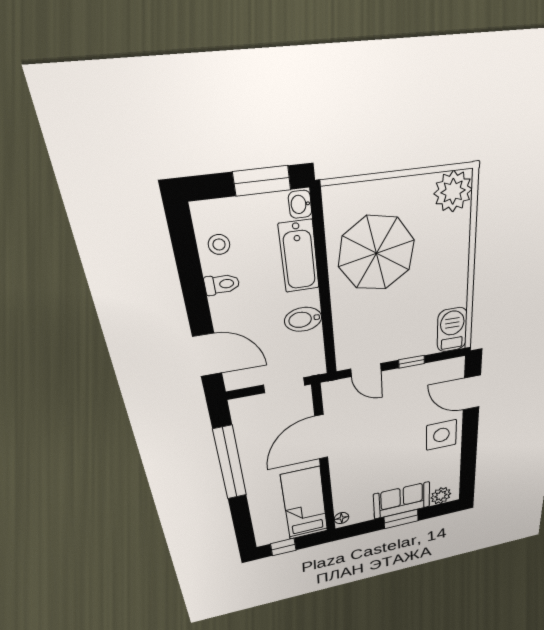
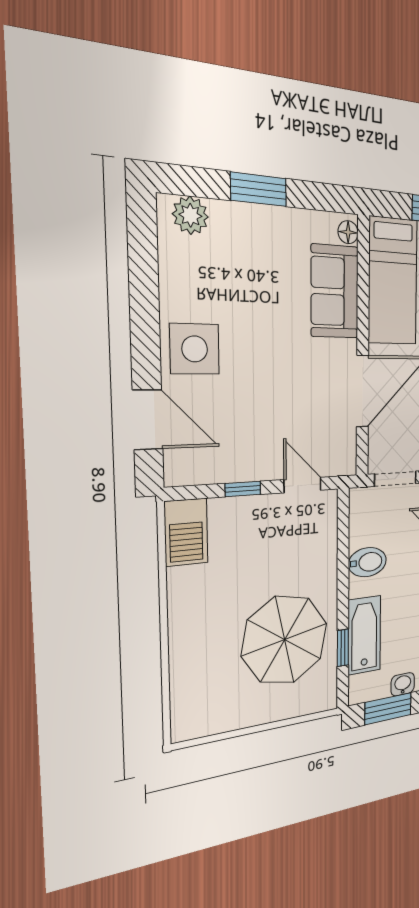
plant: (453, 191) -> (194, 716), removed
washbasin: (300, 204) -> (403, 684), moved, turned -90
window: (320, 245) -> (343, 648), added
sofa: (402, 500) -> (335, 292), moved, turned 90

